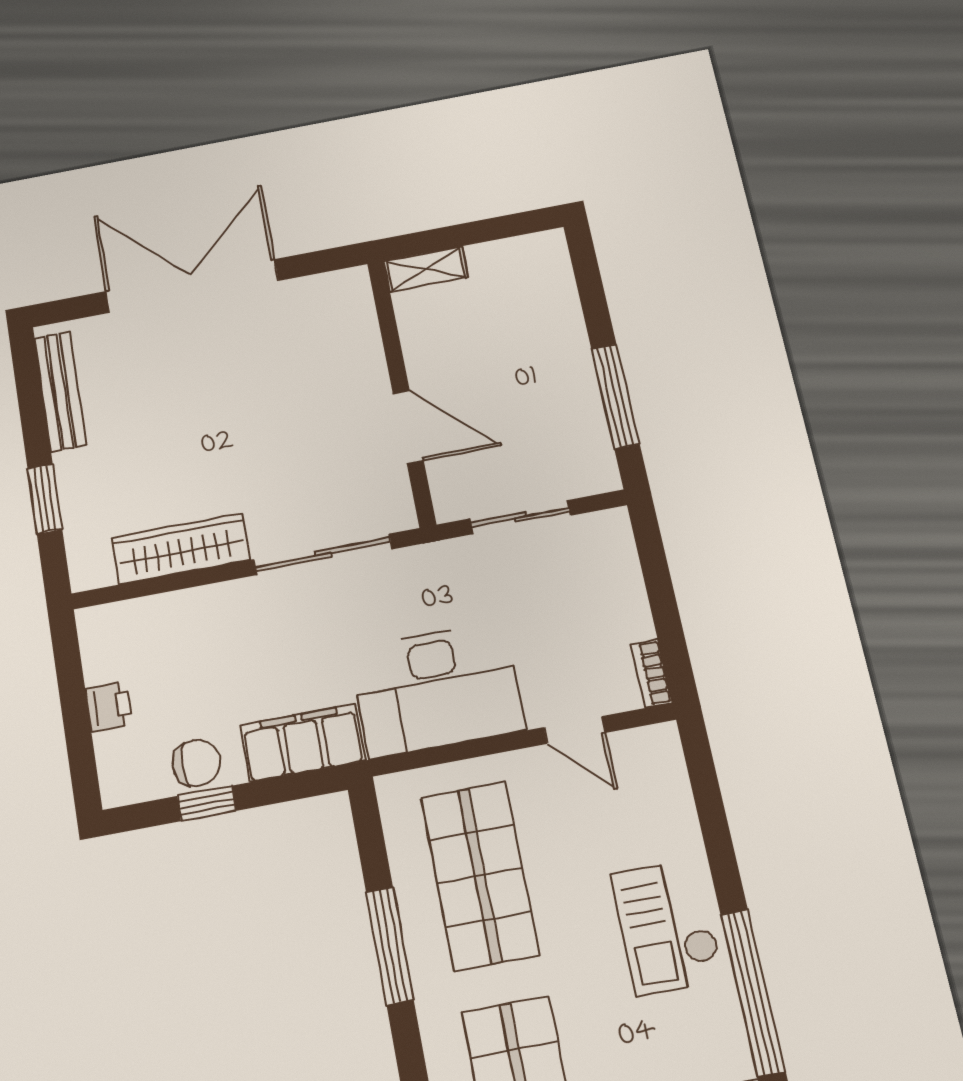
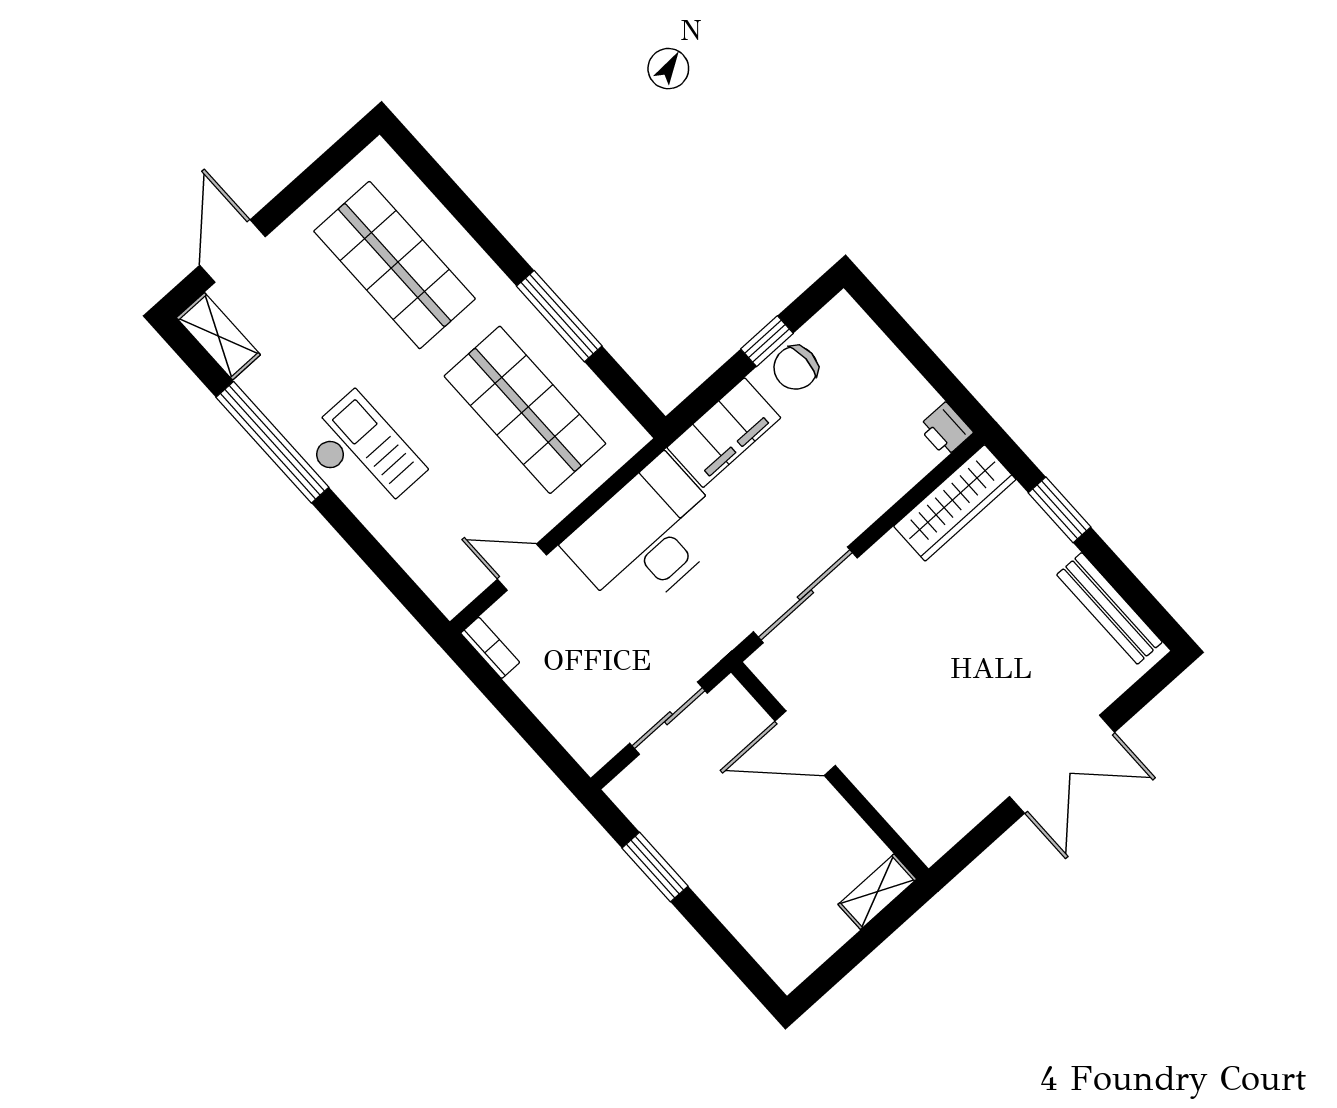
double door: (192, 286) -> (1062, 764), width x0.73
window: (615, 396) -> (655, 867), width x0.69
wardrobe: (181, 549) -> (955, 503), moved
printer: (109, 706) -> (946, 430), moved

